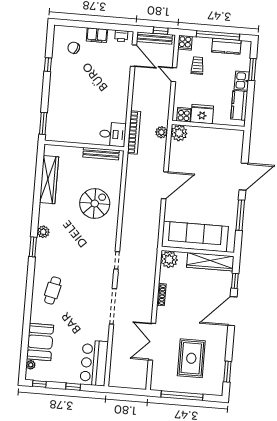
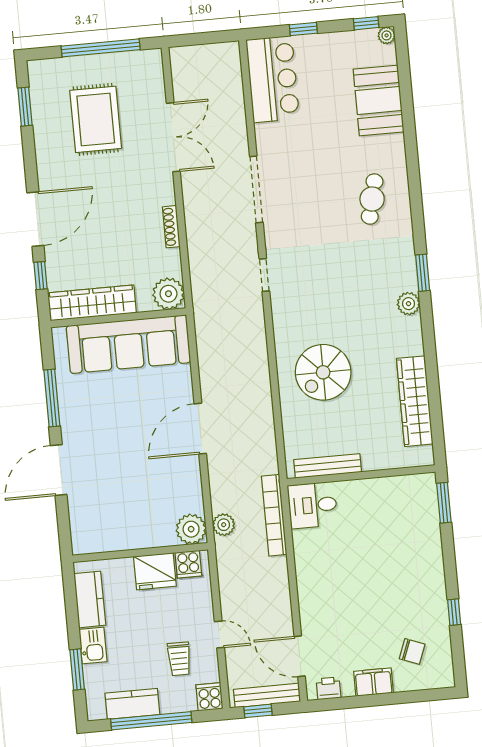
plant: (31, 365) -> (387, 35), moved

